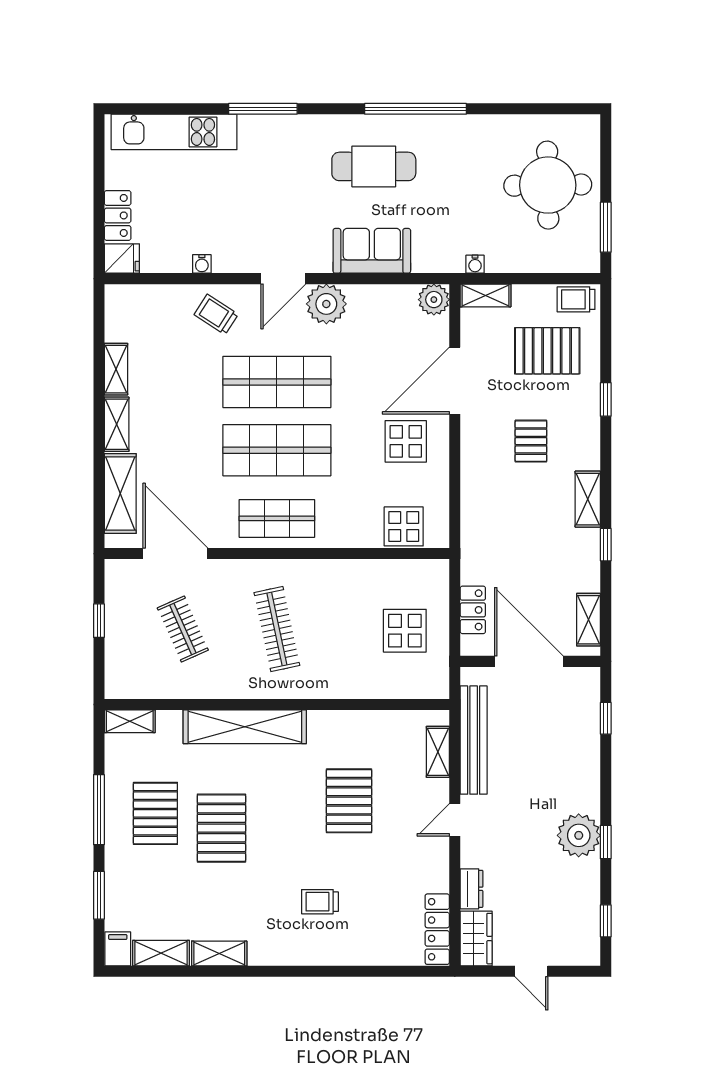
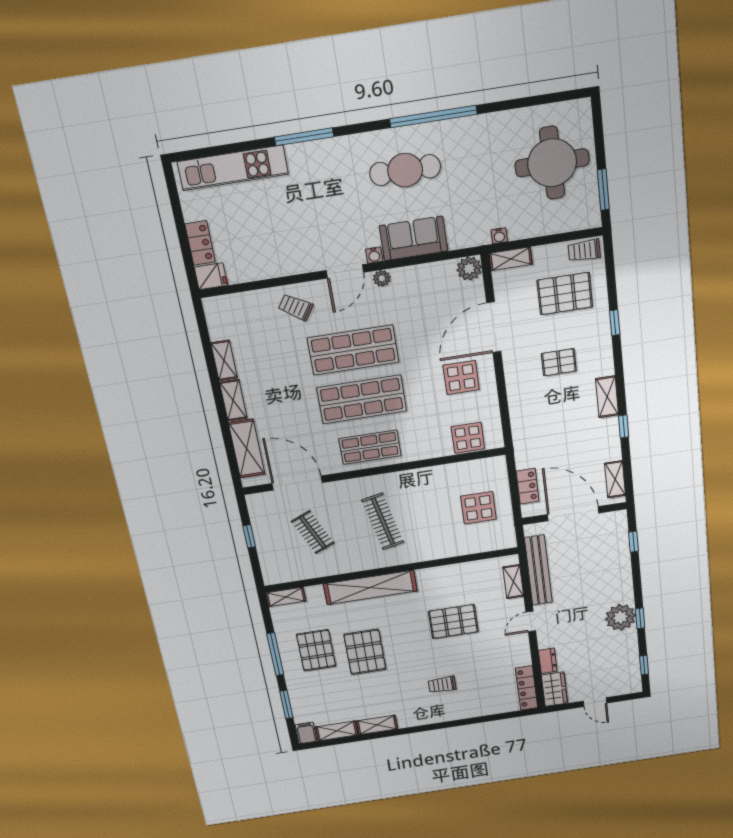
water cooler: (202, 264) -> (374, 255), moved
plant: (326, 304) -> (382, 278), width x0.53, depth x0.53
pallet: (531, 441) -> (559, 362), turned 90
pallet: (349, 801) -> (453, 622), turned 90

